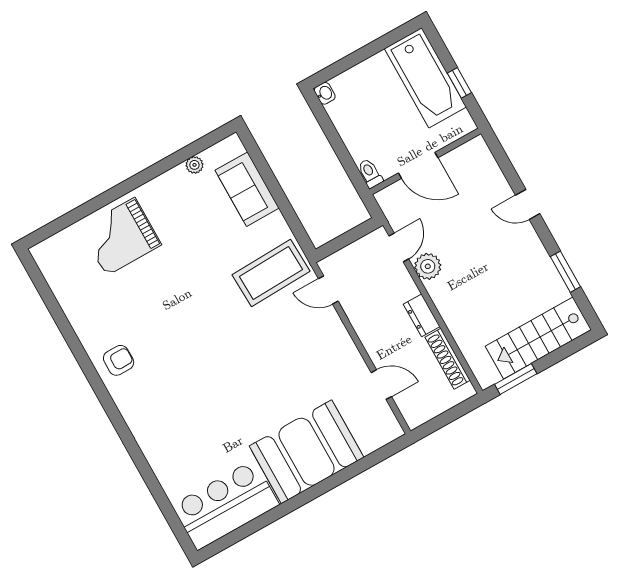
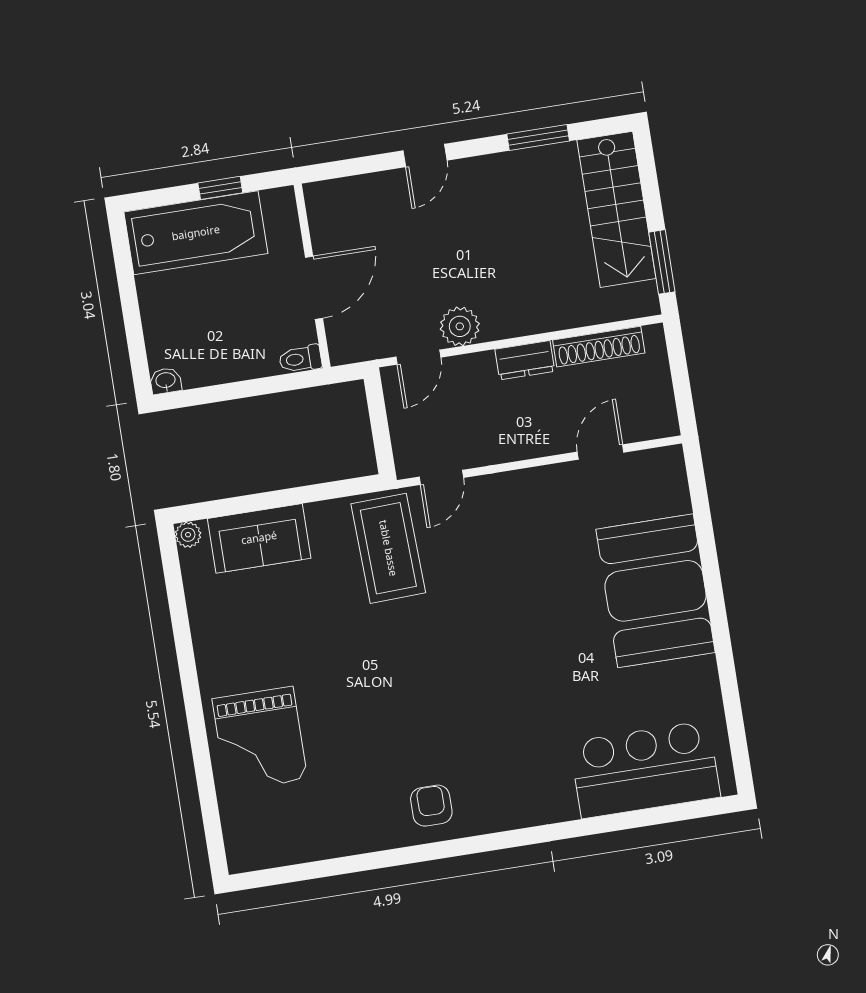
plant: (194, 165) -> (188, 535), moved
door: (399, 247) -> (418, 357), swing flipped
bar counter: (226, 505) -> (645, 769), moved, turned 90

